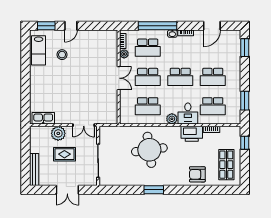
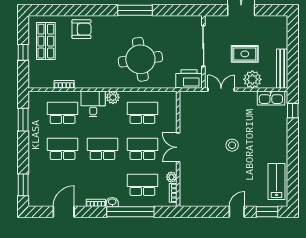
stool: (62, 55) -> (232, 145), moved
window: (25, 108) -> (293, 111), added
printer: (192, 134) -> (189, 79), moved
window: (245, 143) -> (23, 52), moved
bench: (34, 170) -> (282, 69), moved
window: (154, 190) -> (135, 10), width x1.44

